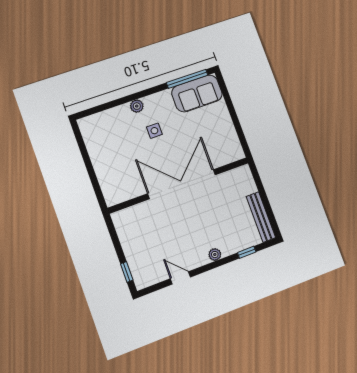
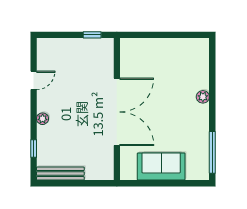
sofa: (197, 93) -> (161, 167), moved, turned 90
side table: (154, 131) -> (175, 105), removed
window: (127, 272) -> (92, 35), moved

